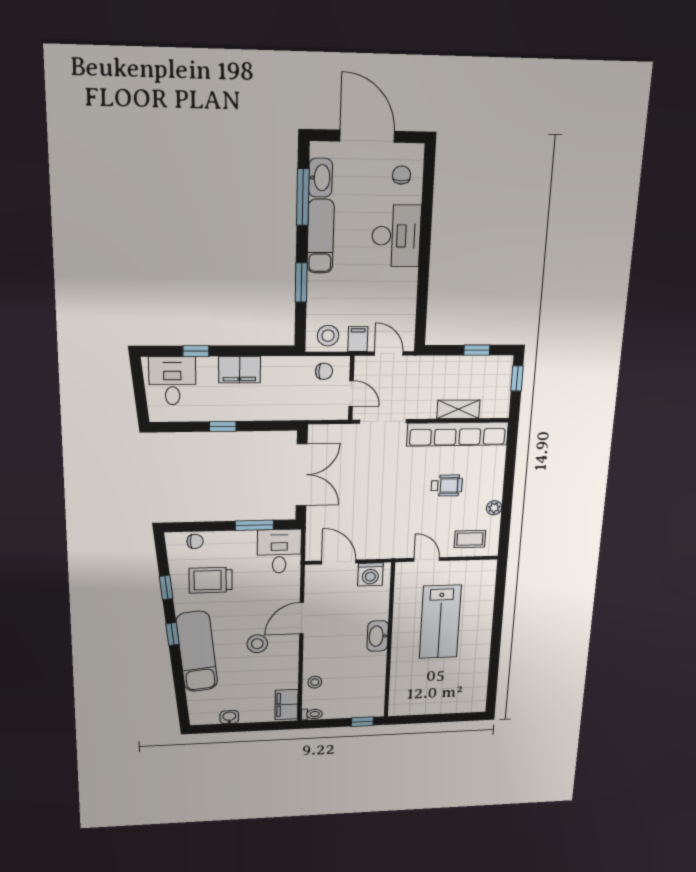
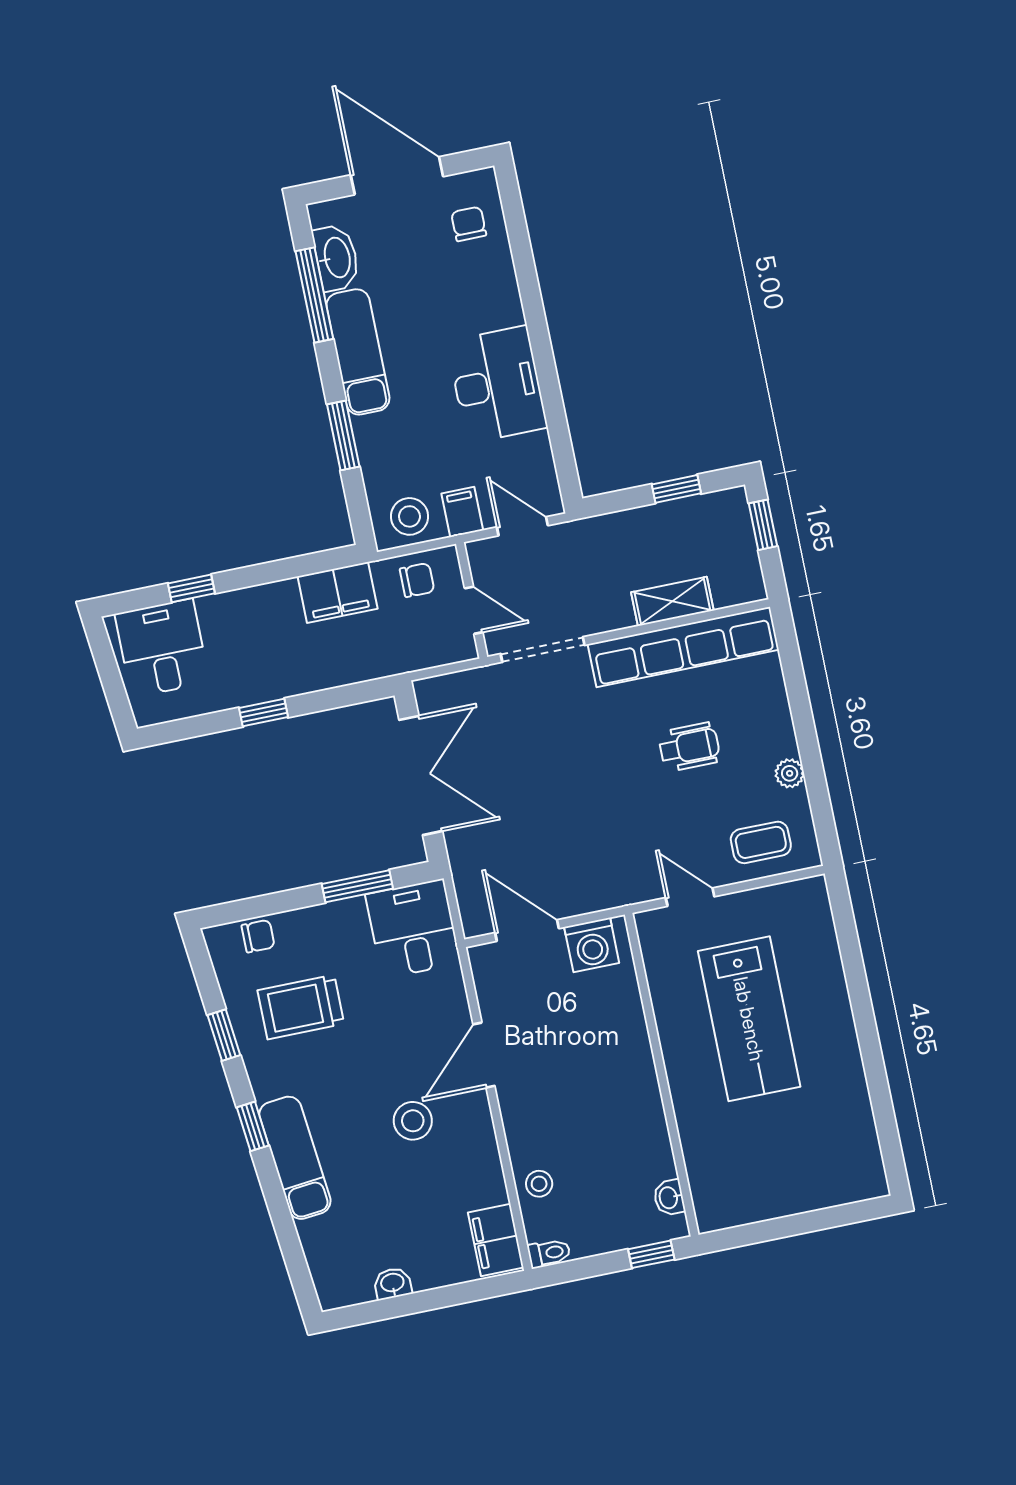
desk: (396, 236) -> (497, 384), moved
filing cabinet: (240, 370) -> (338, 593), moved
washbasin: (378, 636) -> (669, 1198), moved, width x0.52, depth x0.69
exam couch: (197, 651) -> (295, 1158), width x0.73, depth x0.69

